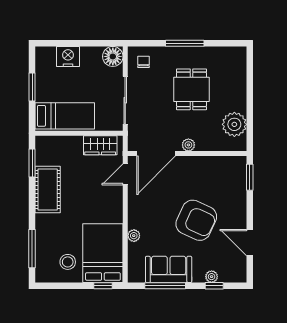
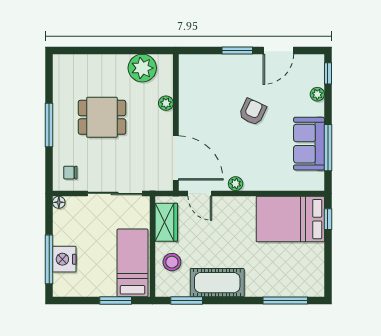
window: (68, 43) -> (49, 259), added
floor lamp: (113, 56) -> (59, 202), width x0.53, depth x0.53
window: (32, 87) -> (116, 301), moved
plant: (188, 145) -> (166, 103), moved
window: (250, 177) -> (237, 50), moved
armchair: (196, 220) -> (253, 112), width x0.53, depth x0.53
plant: (134, 236) -> (236, 184), moved
stool: (68, 262) -> (172, 262), moved
window: (214, 286) -> (328, 73), moved

